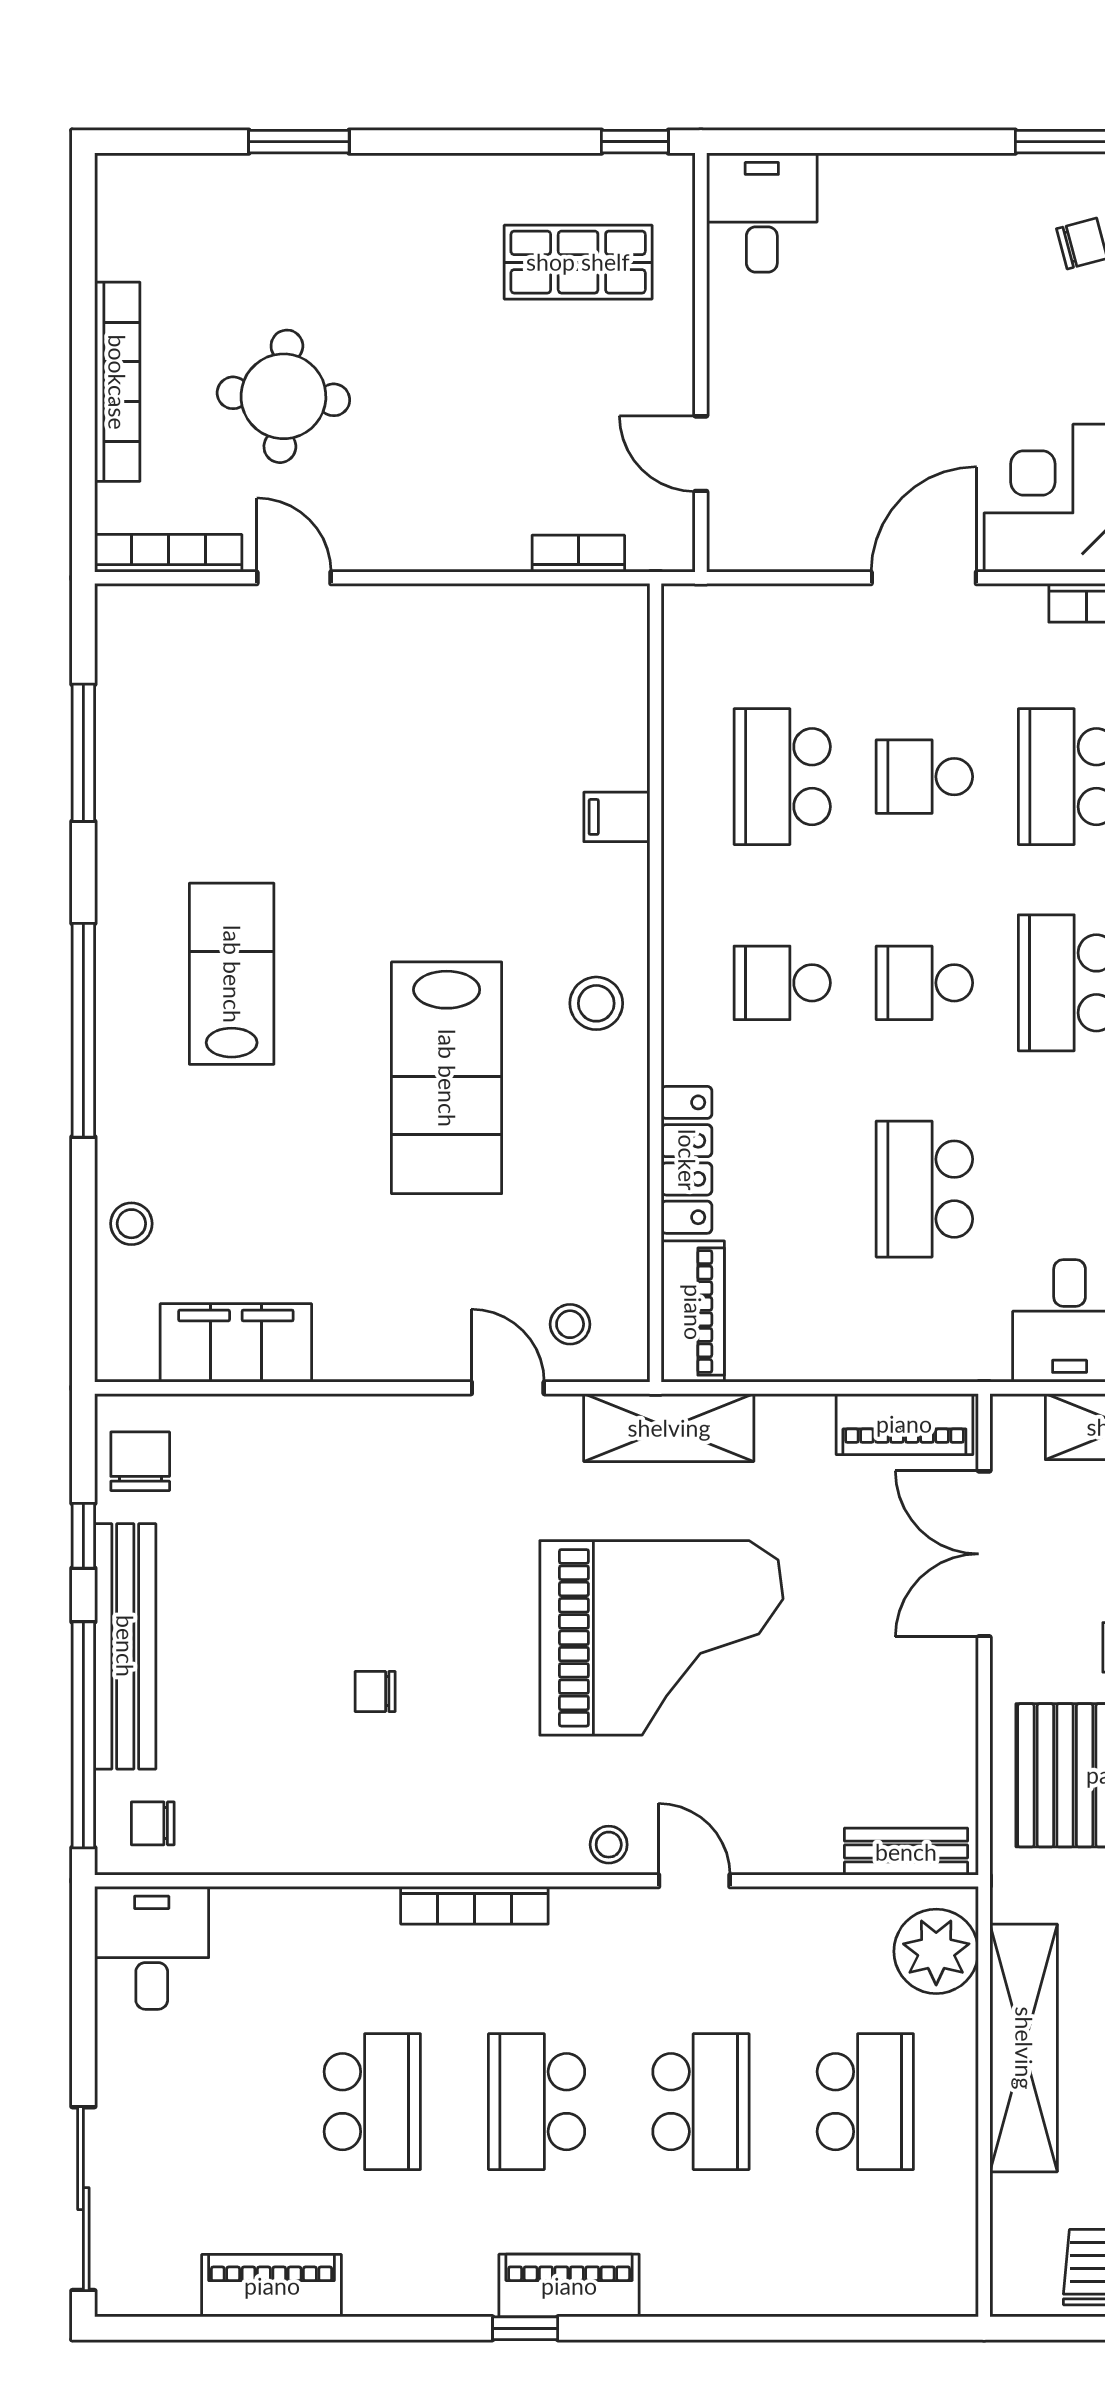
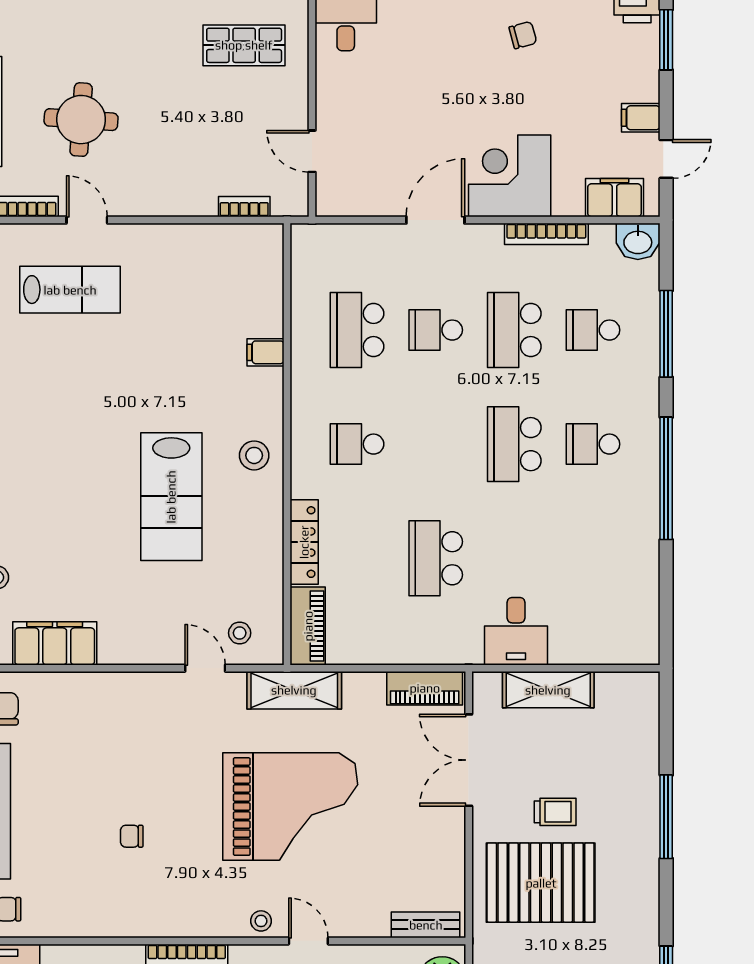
lab bench: (232, 974) -> (70, 290), moved, turned 90
school desk: (924, 983) -> (436, 444), removed

